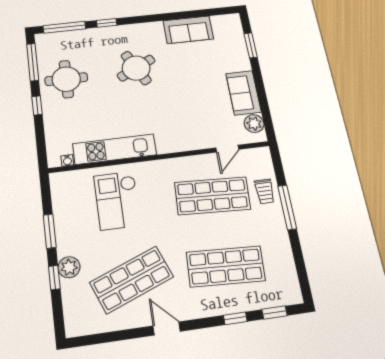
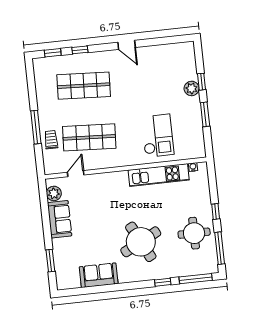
round table: (136, 68) -> (141, 242), width x1.36, depth x1.36
shop shelf: (132, 280) -> (149, 79), removed

